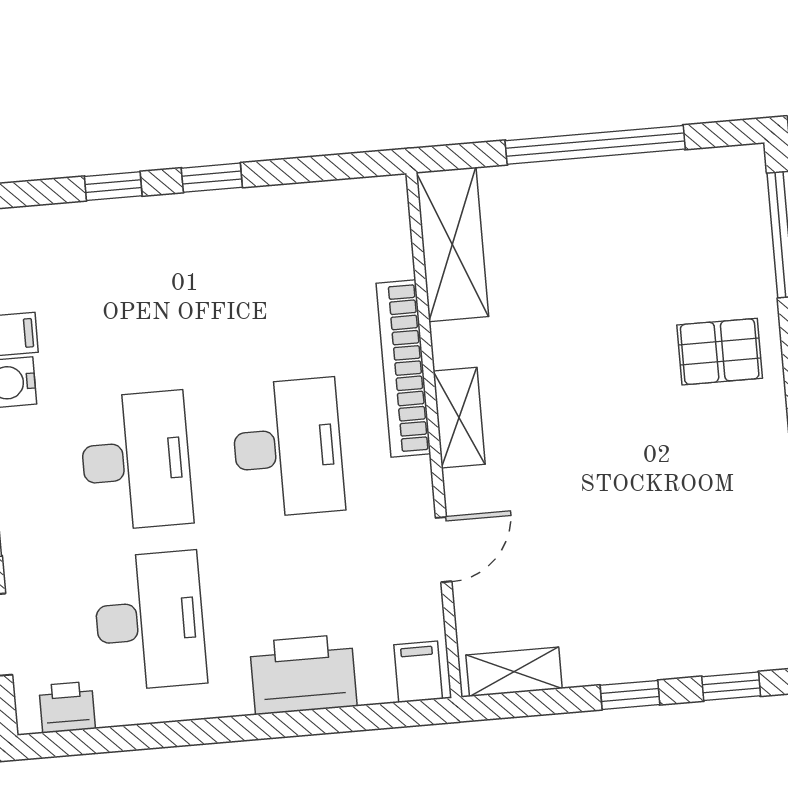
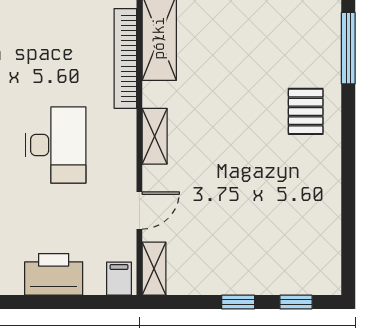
pallet: (720, 352) -> (306, 111), turned 90
bookcase: (403, 368) -> (125, 58), moved
shelving: (514, 672) -> (154, 269), moved, turned 90

